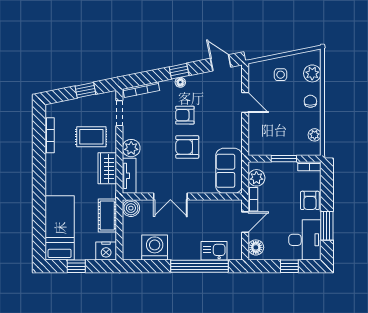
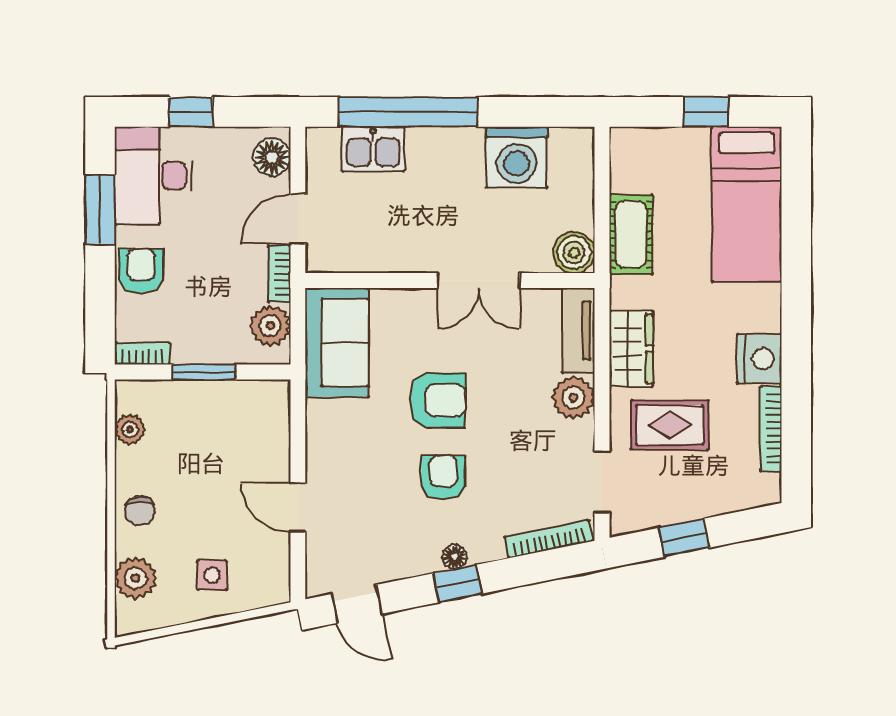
armchair: (185, 115) -> (443, 477), turned -90
double door: (170, 197) -> (479, 280), swing flipped
nightstand: (106, 251) -> (759, 359), moved, turned 90

